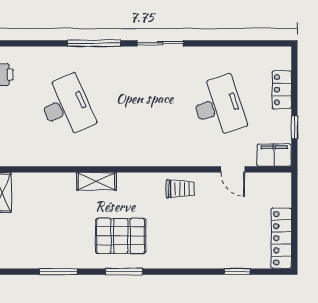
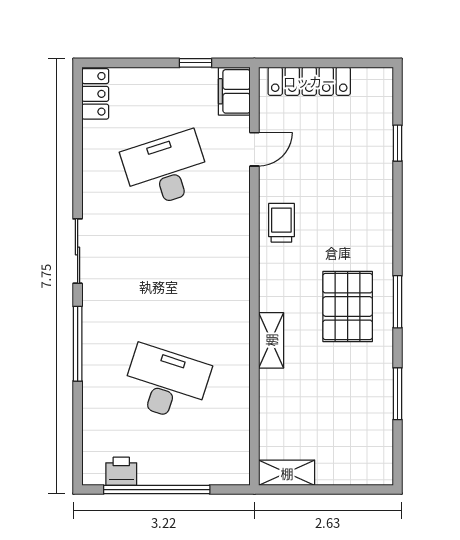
locker: (282, 90) -> (95, 94), moved, turned -90
desk: (66, 106) -> (166, 383), turned 42
locker: (281, 238) -> (309, 81), moved

